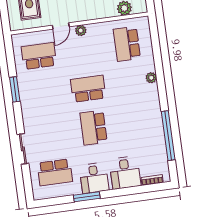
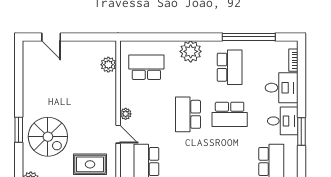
school desk: (127, 44) -> (146, 67), turned 180
plant: (151, 78) -> (191, 51), width x1.87, depth x1.87
school desk: (137, 122) -> (230, 67), added

